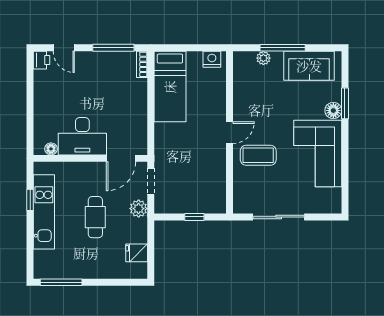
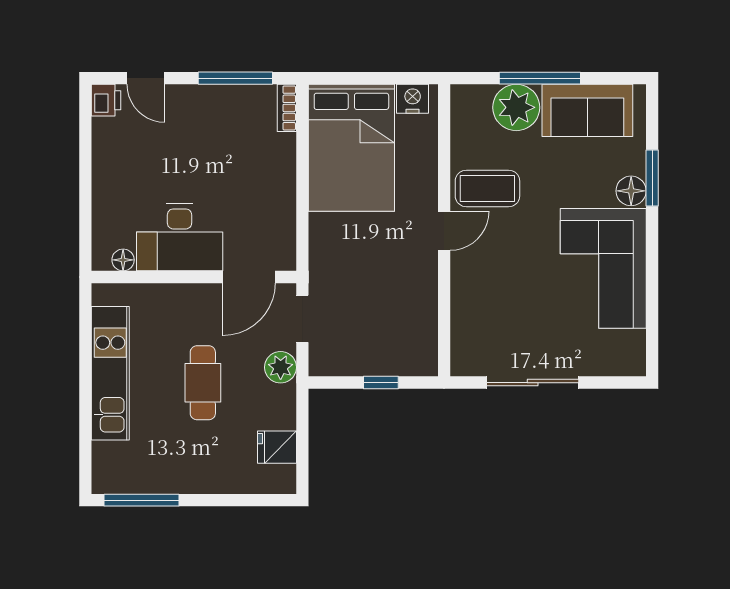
plant: (263, 58) -> (516, 107), width x1.87, depth x1.87
bed: (170, 87) -> (351, 148), width x1.50
coffee table: (258, 155) -> (487, 188), moved
window: (30, 200) -> (85, 352), removed

